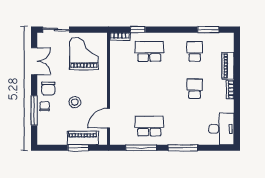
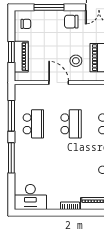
school desk: (195, 89) -> (71, 124), moved, width x1.85
stool: (75, 102) -> (76, 61), moved
chair: (45, 106) -> (26, 24), moved
door: (109, 118) -> (59, 83), moved

